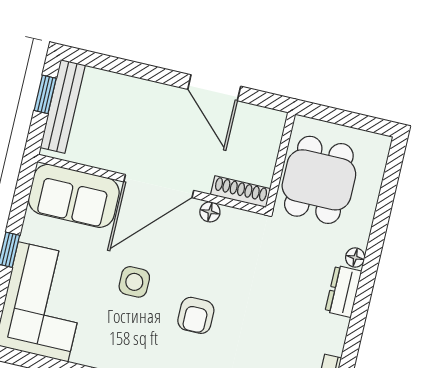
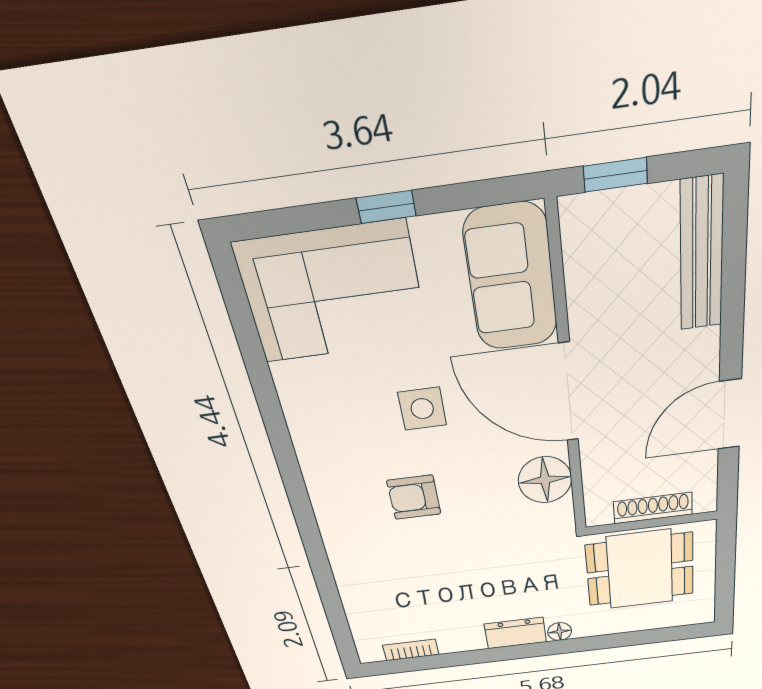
window: (45, 94) -> (615, 175), moved
bench: (63, 106) -> (702, 255), moved, turned 90
shoe rack: (240, 192) -> (653, 508), moved, turned -90
floor lamp: (210, 212) -> (545, 480), width x1.89, depth x1.89

